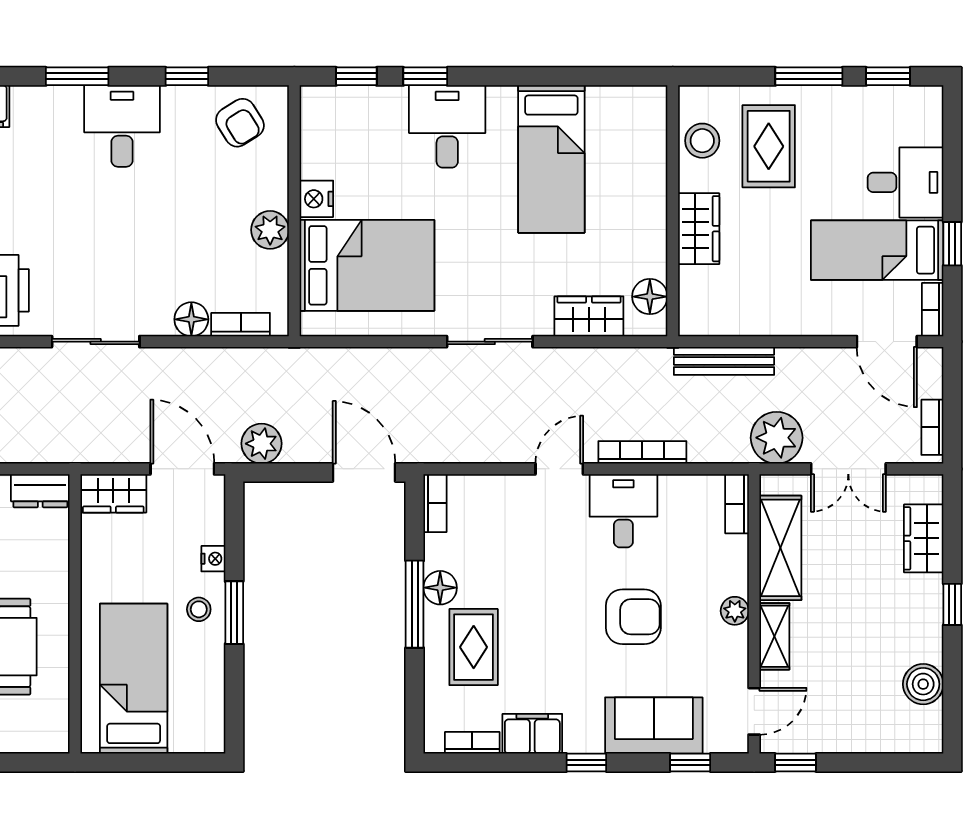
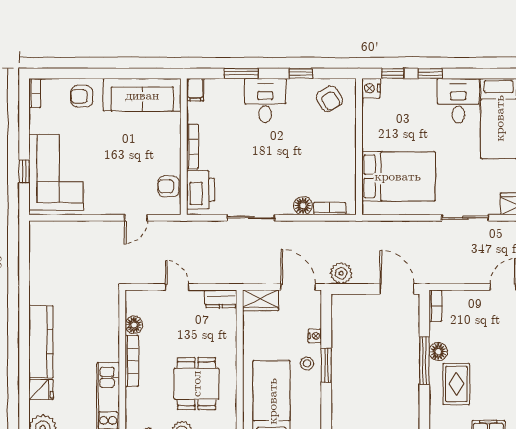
desk: (447, 126) -> (458, 101), moved
nightstand: (316, 199) -> (371, 88), moved
plant: (270, 230) -> (346, 157), removed

